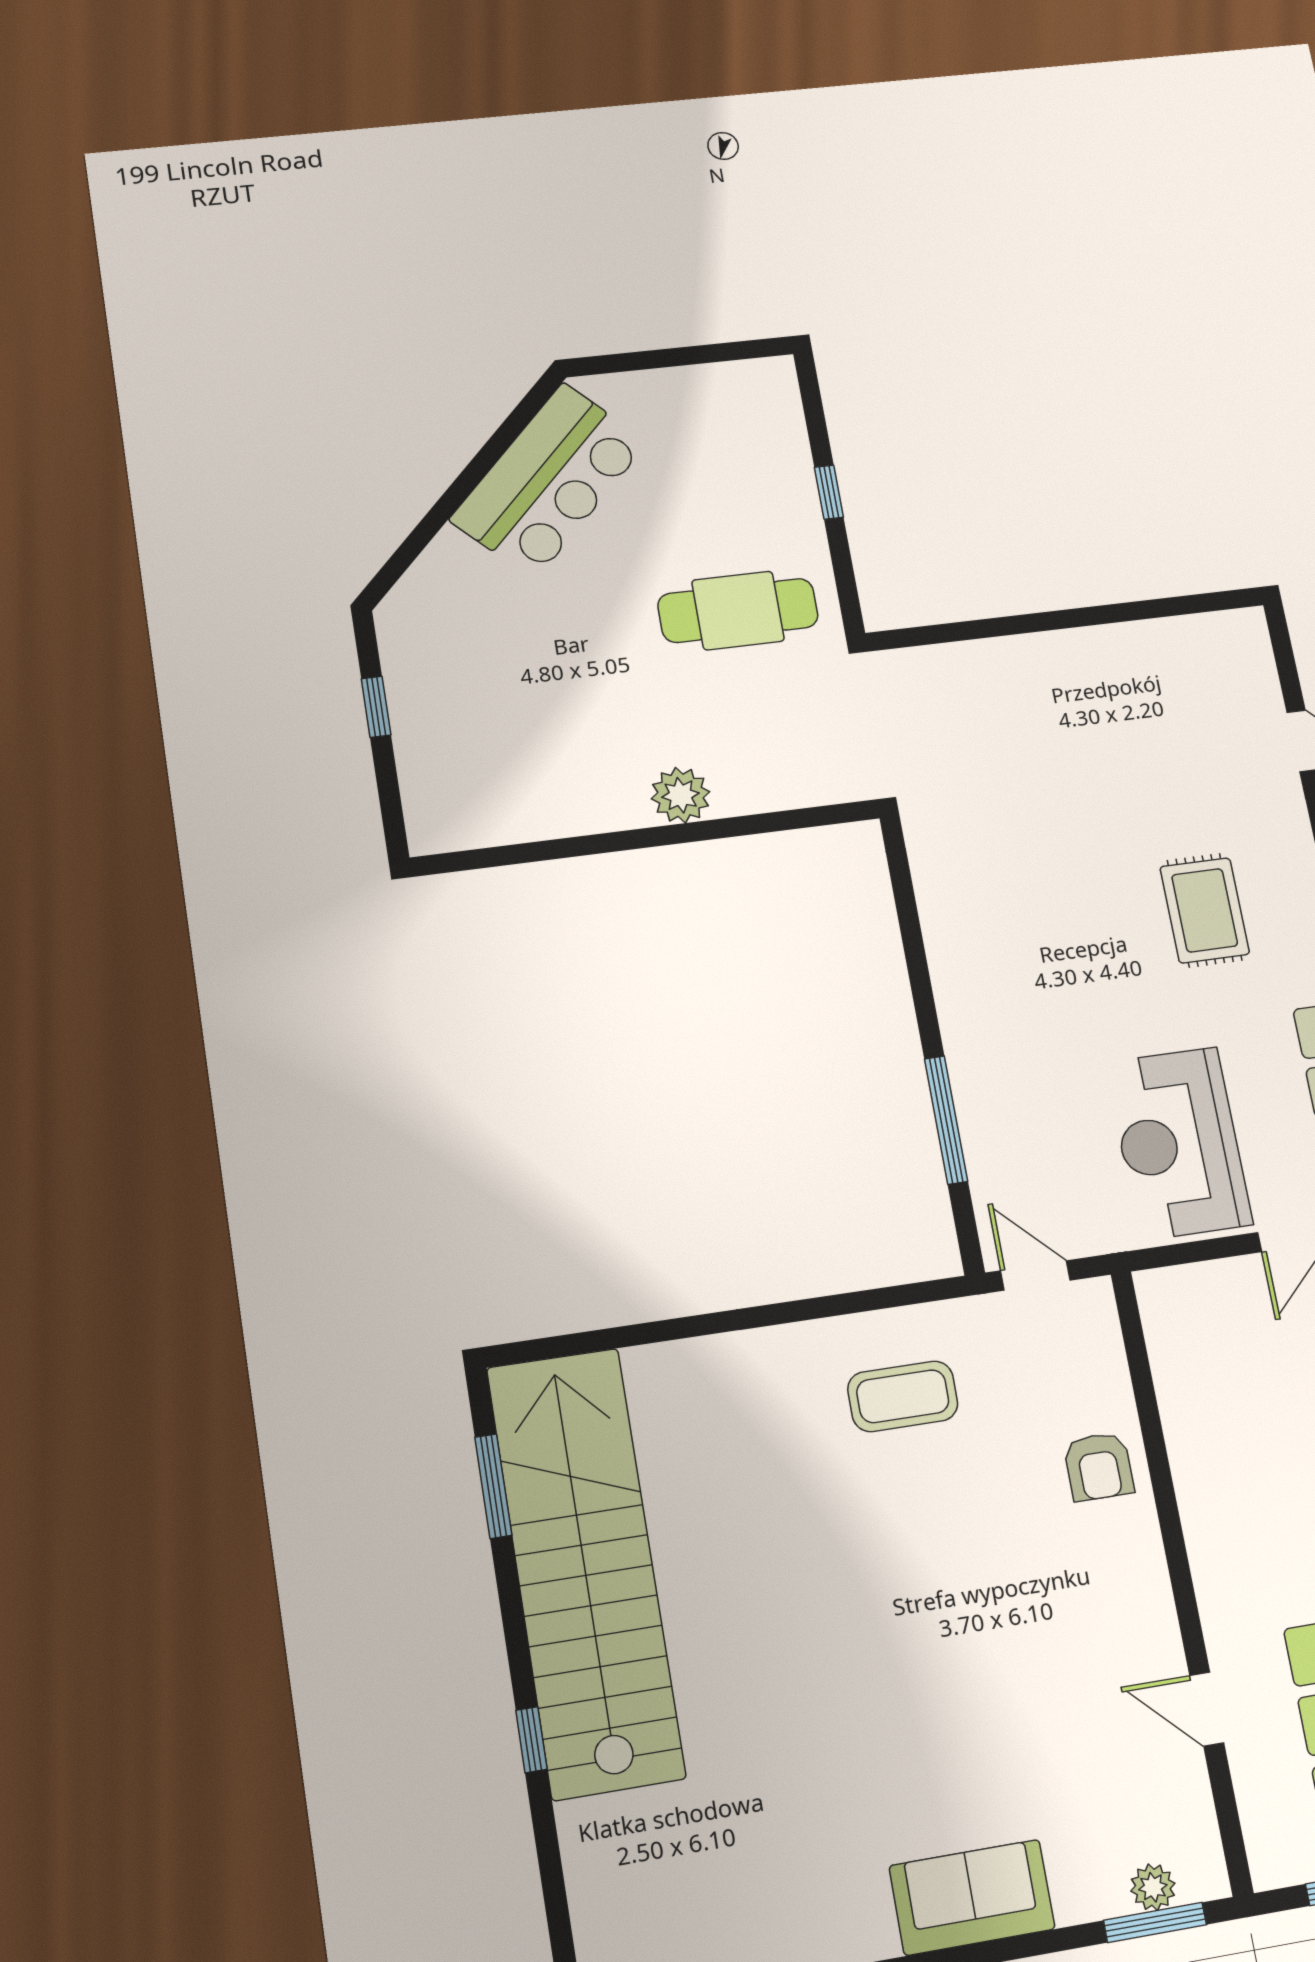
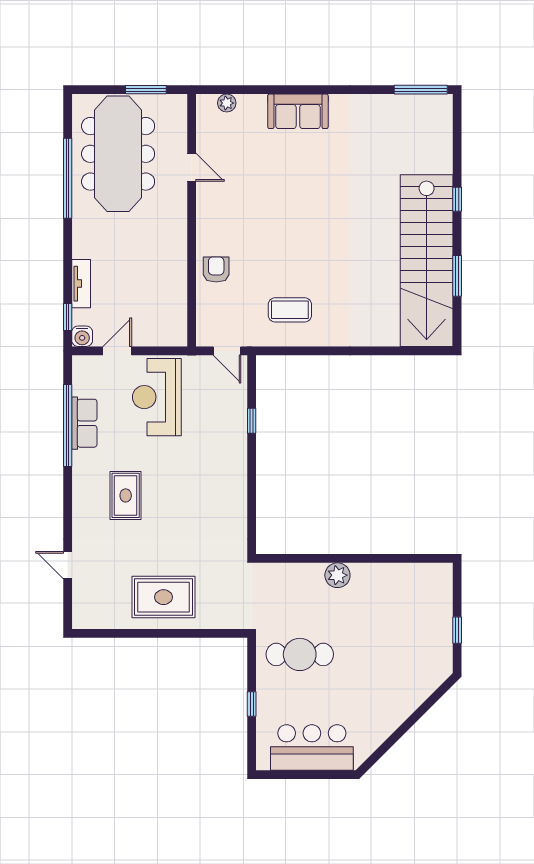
bar counter: (549, 481) -> (312, 747), moved, turned 45
rug: (1073, 698) -> (163, 597), added
window: (946, 1120) -> (252, 421), width x0.46
reception desk: (1179, 1143) -> (157, 397), turned 180
window: (493, 1486) -> (457, 276), moved
window: (1155, 1922) -> (229, 90), removed

